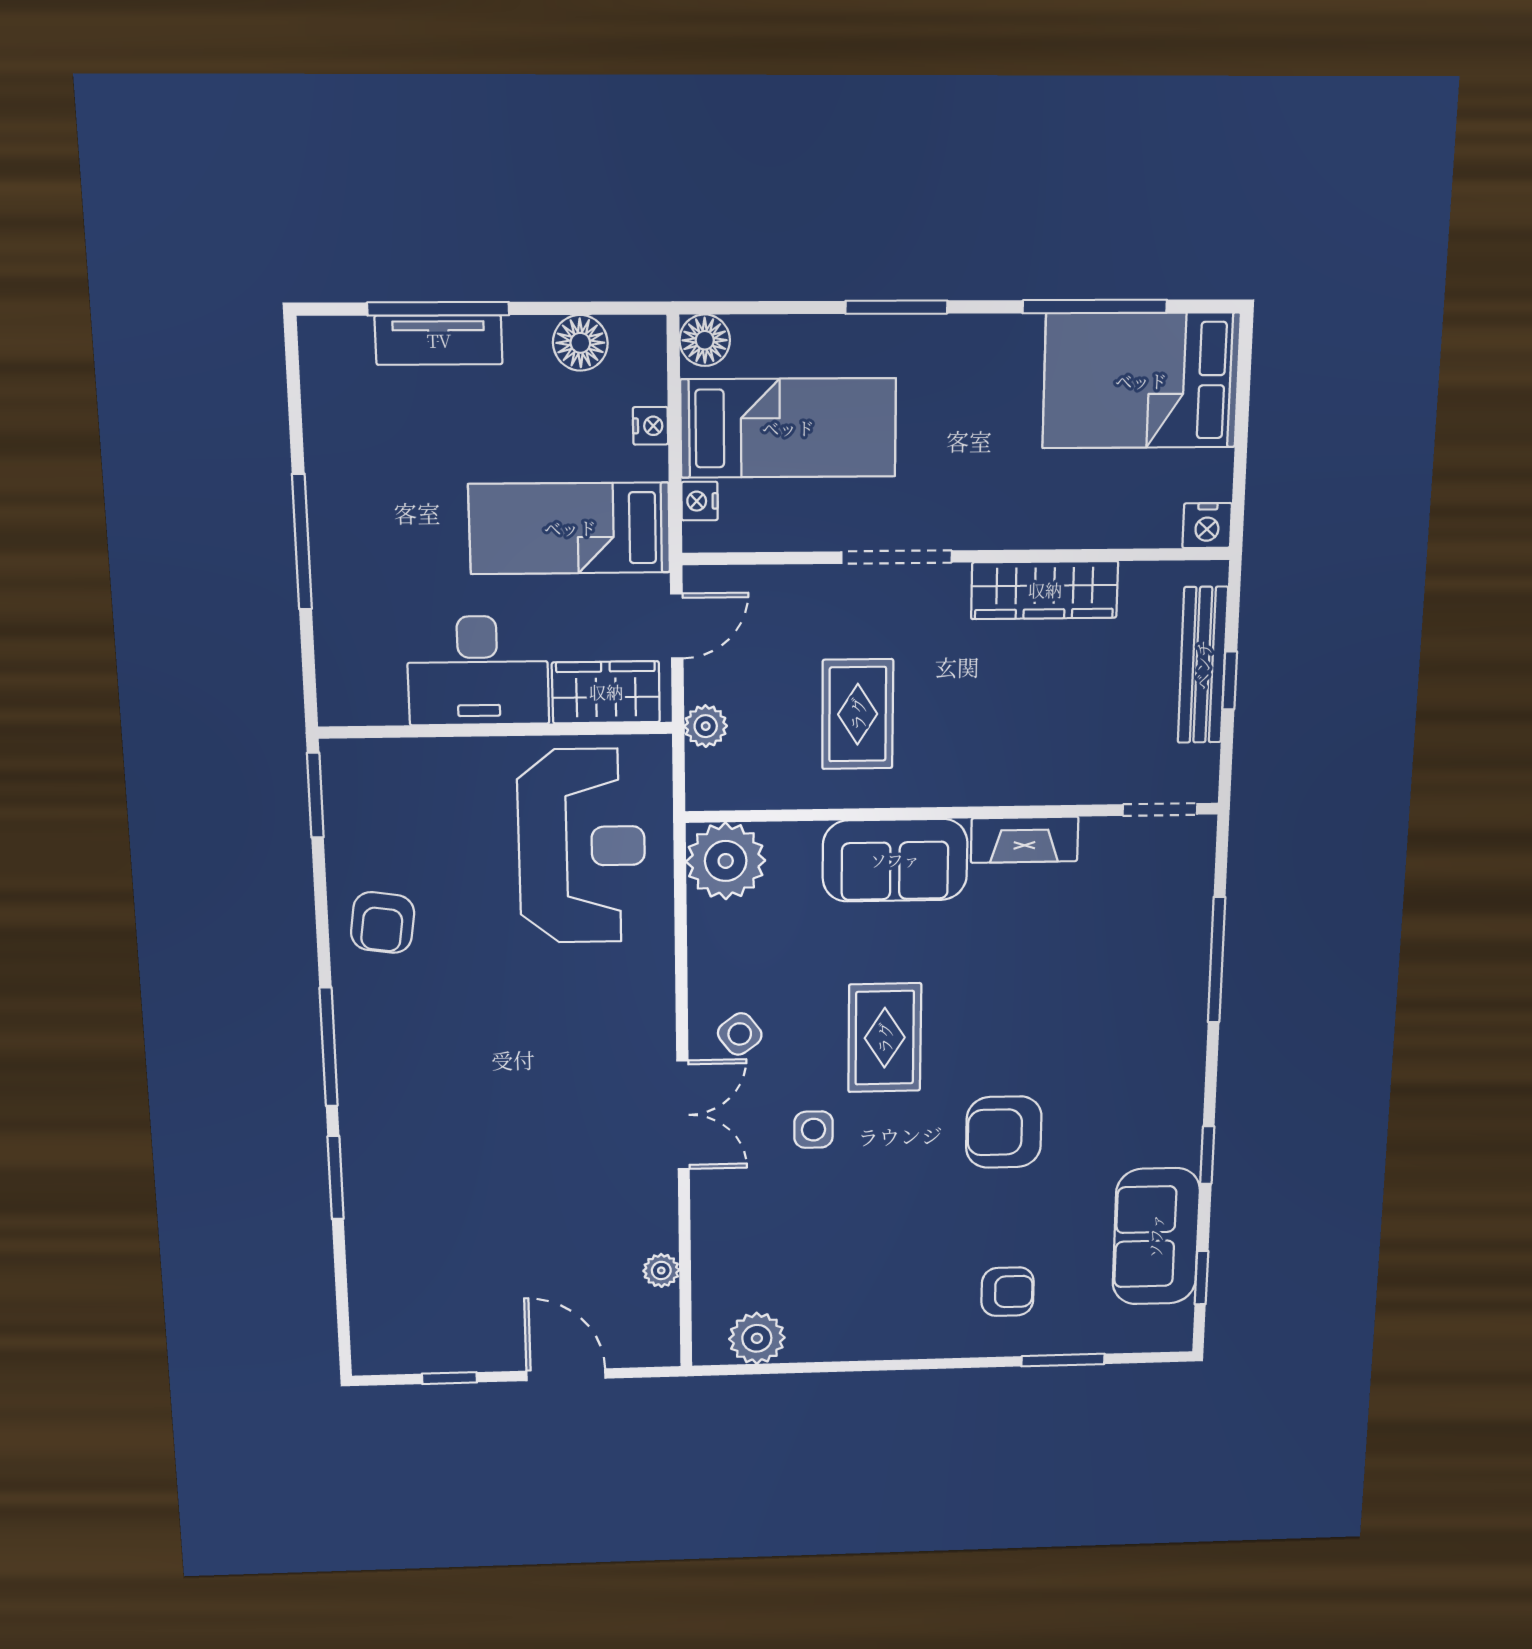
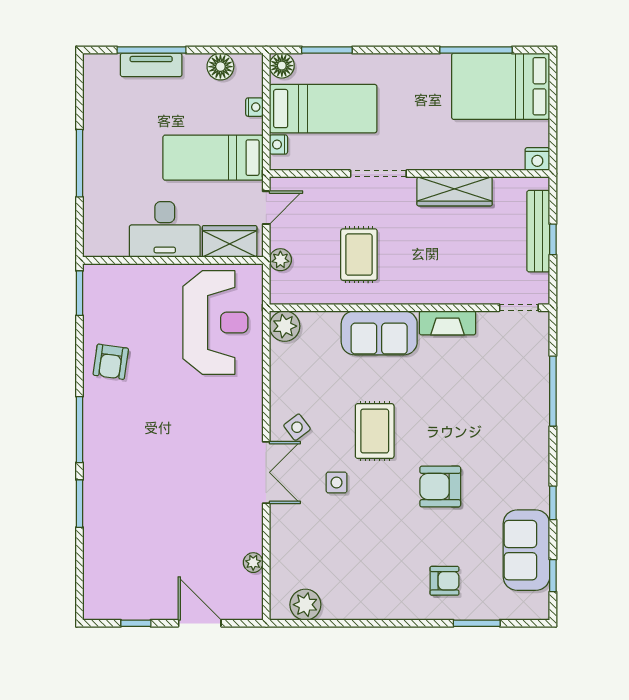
window: (896, 307) -> (327, 50), moved
plant: (726, 861) -> (285, 326), width x0.73, depth x0.73

